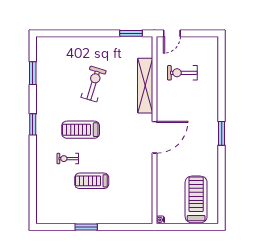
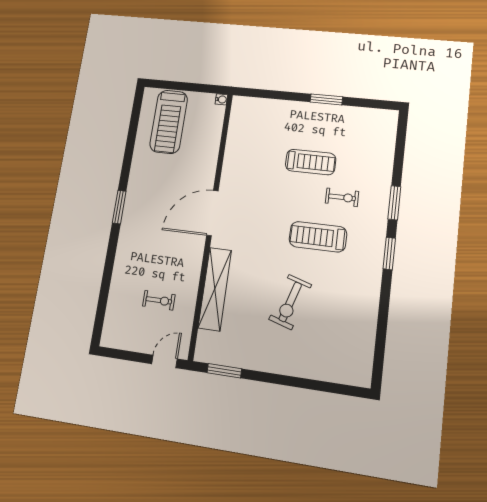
window: (33, 73) -> (394, 203), moved
exercise bike: (182, 73) -> (159, 300), width x0.73, depth x0.72
treadmill: (81, 130) -> (318, 237), turned 180

